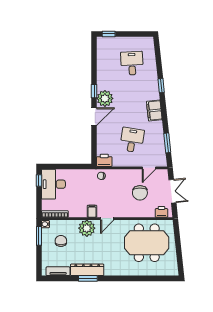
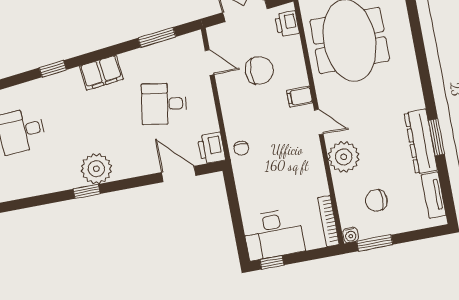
door: (94, 117) -> (179, 174), moved
filing cabinet: (92, 211) -> (300, 97), moved

